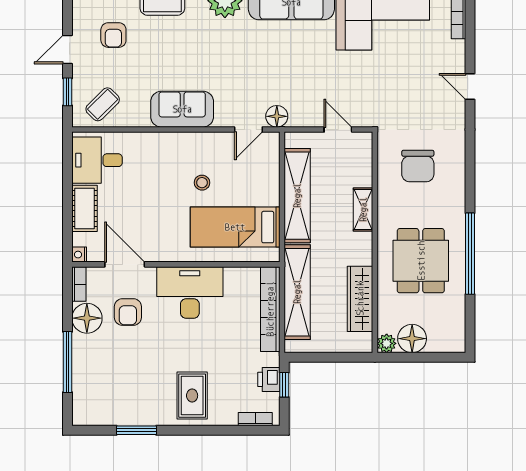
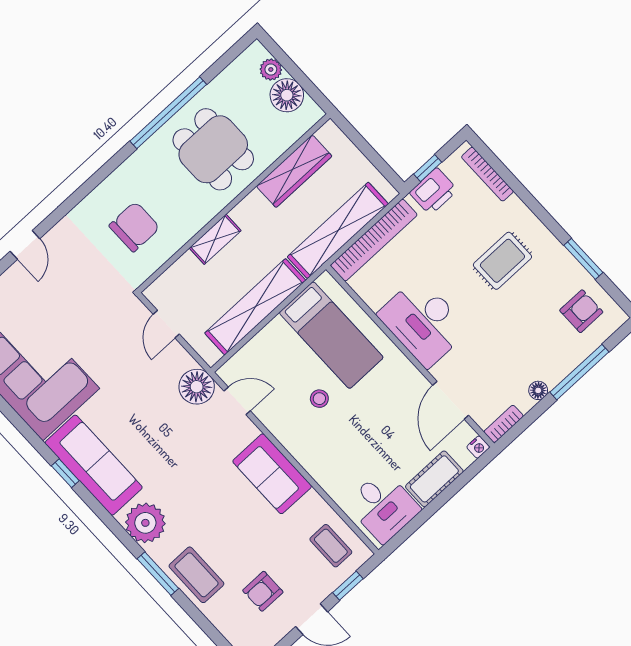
armchair: (113, 35) -> (263, 591), turned 180
coffee table: (103, 104) -> (331, 546), turned 45
floor lamp: (277, 116) -> (197, 387), width x1.38, depth x1.38
dining table: (421, 261) -> (213, 149), turned 90
armchair: (128, 312) -> (581, 311), moved
floor lamp: (87, 318) -> (538, 390), width x0.53, depth x0.53
plant: (387, 343) -> (271, 70), moved
printer: (269, 379) -> (434, 191), width x1.36, depth x1.24
rug: (192, 396) -> (502, 261), moved
bookcase: (255, 419) -> (487, 174), width x1.56

